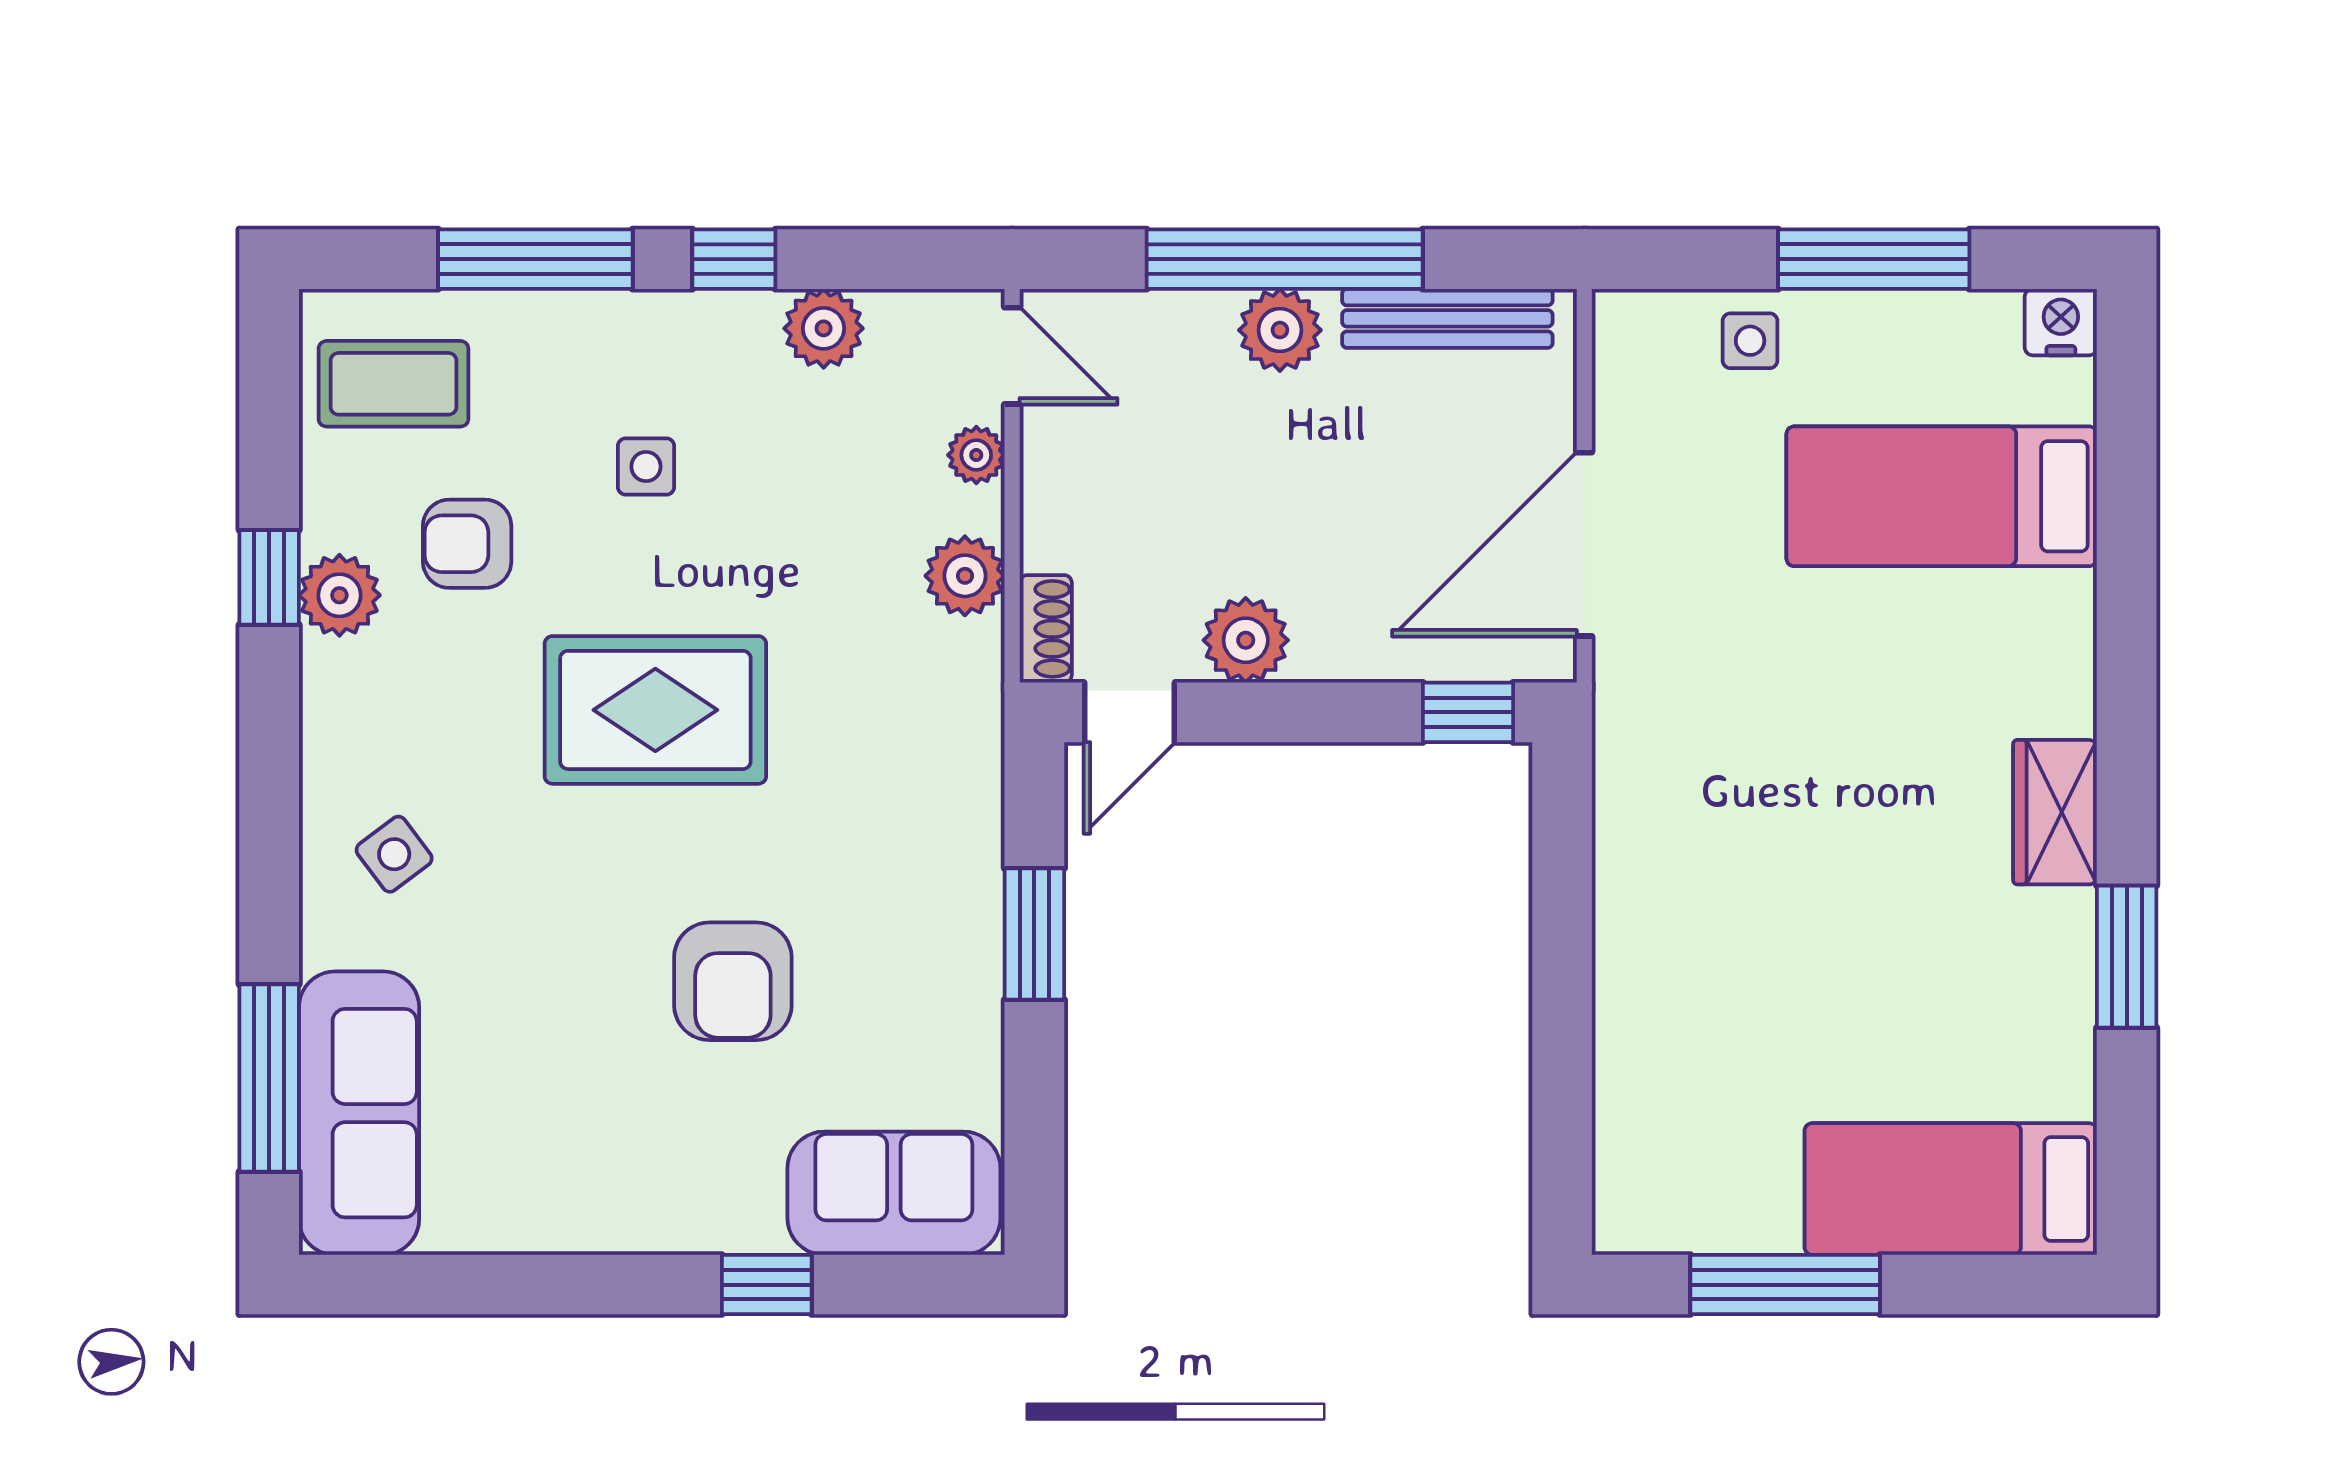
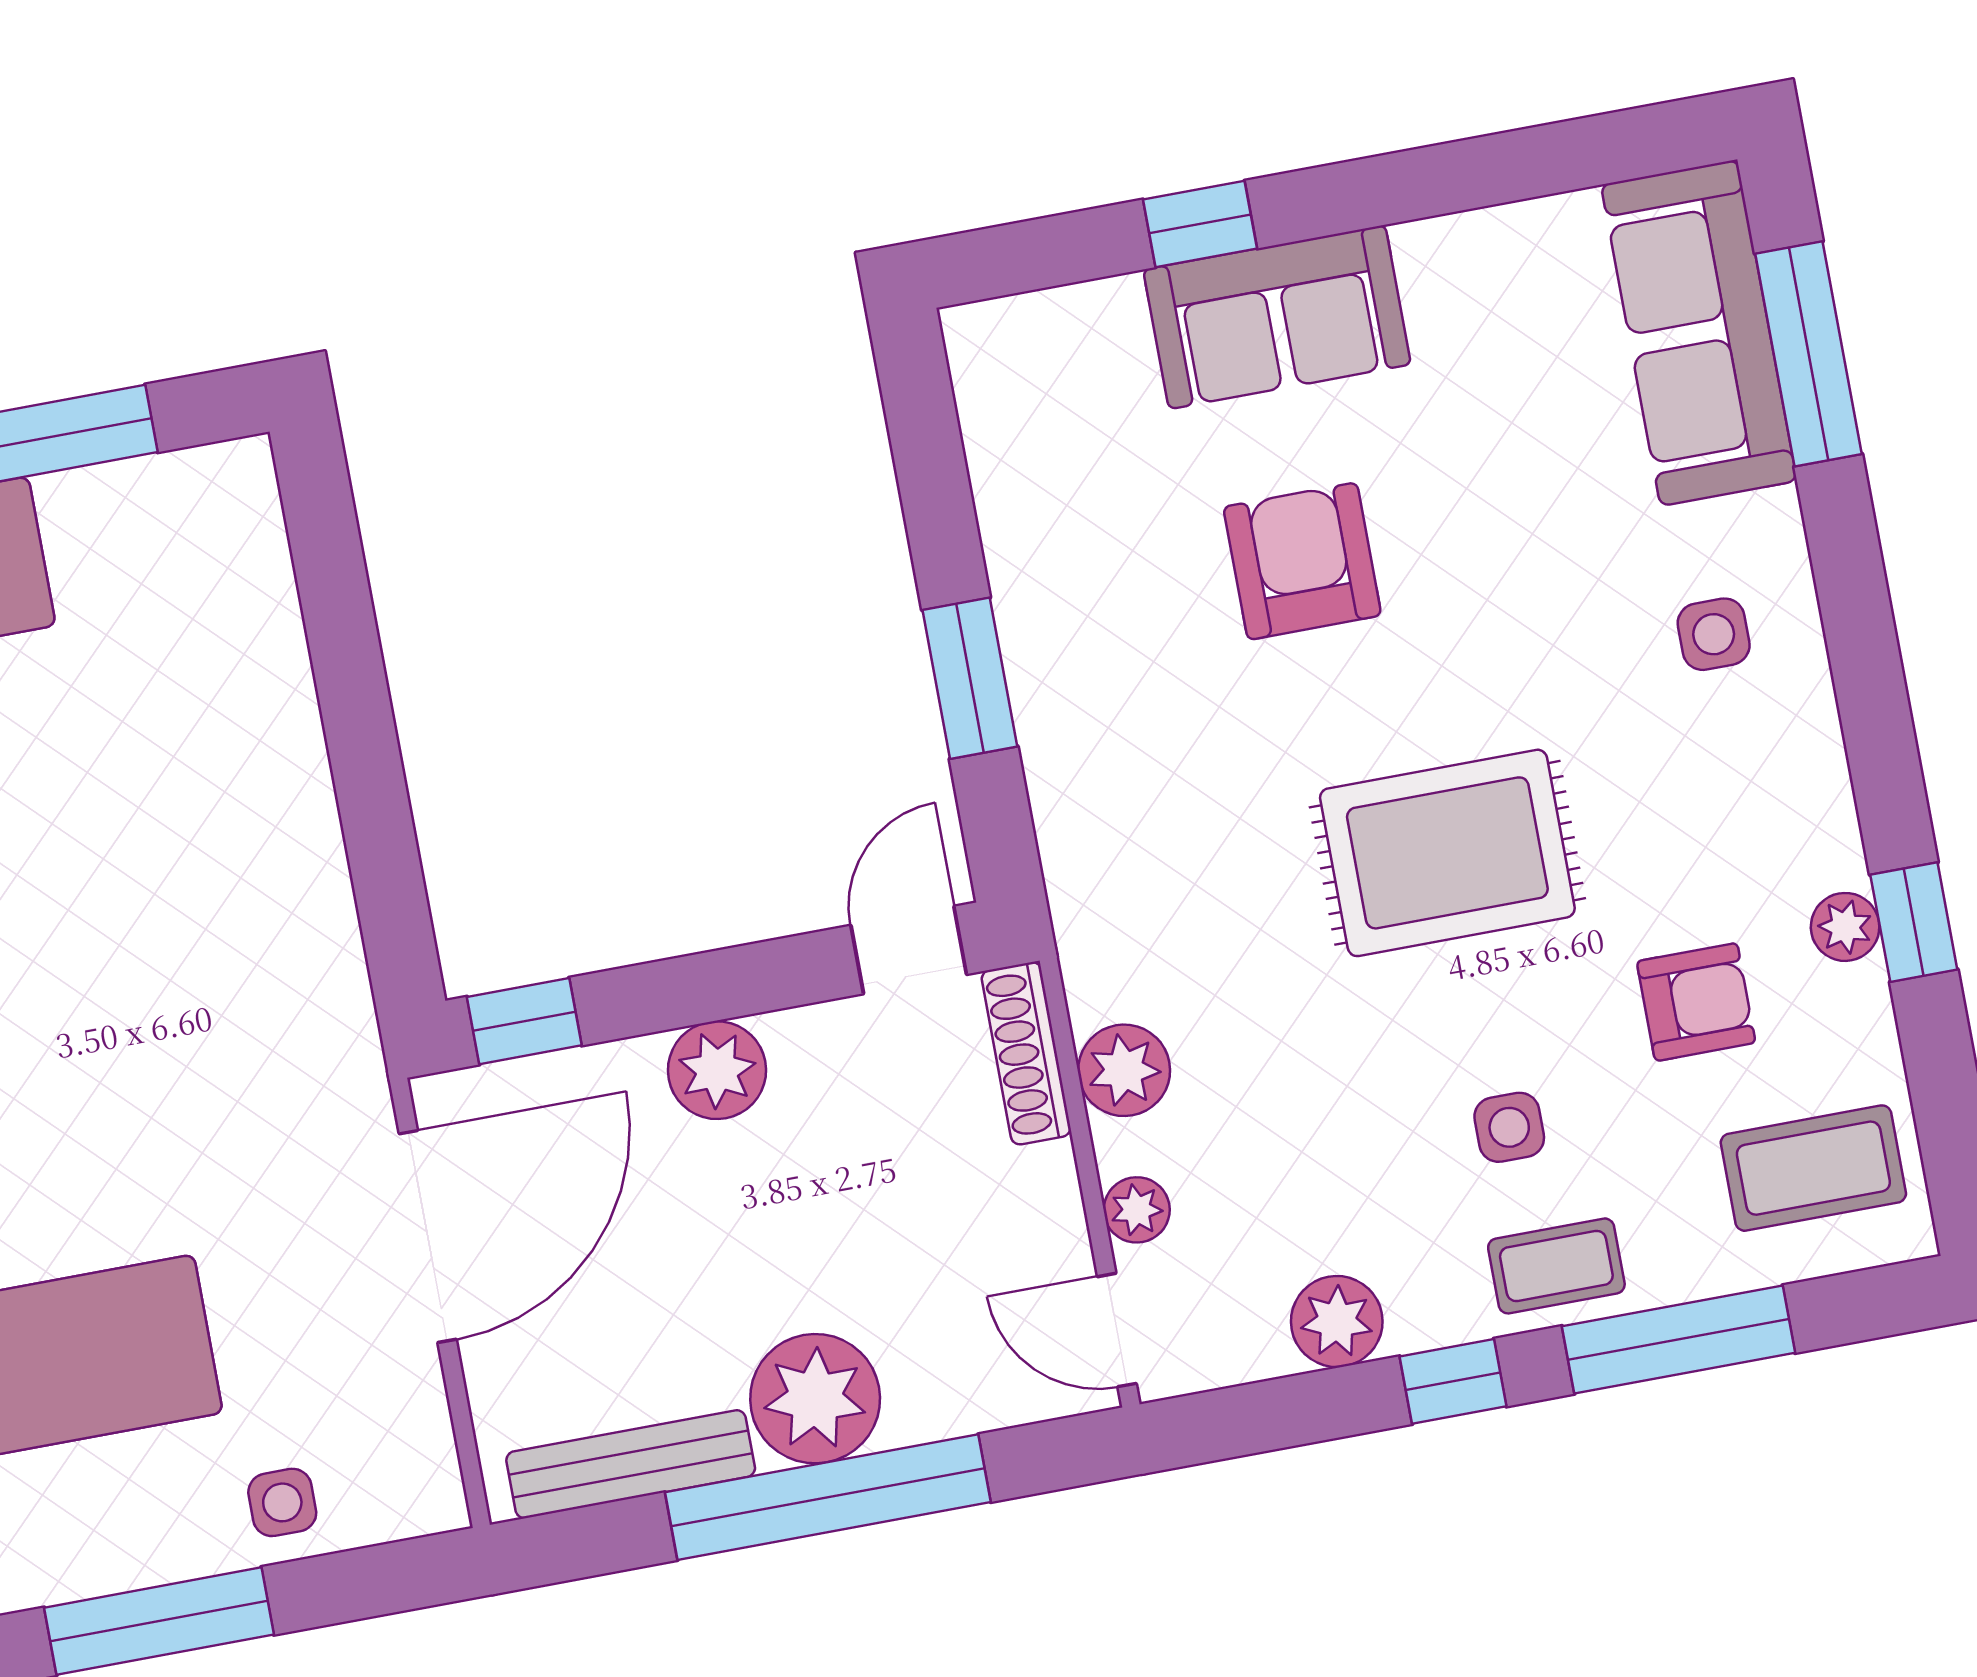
plant: (1280, 330) -> (815, 1399), width x1.36, depth x1.36
coffee table: (628, 341) -> (1556, 1266), added
plant: (339, 595) -> (1845, 927), width x0.73, depth x0.73
shoe rack: (1046, 629) -> (1026, 1053), width x1.43
plant: (1246, 640) -> (717, 1070), moved
side table: (394, 854) -> (1714, 634), turned 37
sofa: (894, 1193) -> (1277, 317), moved

